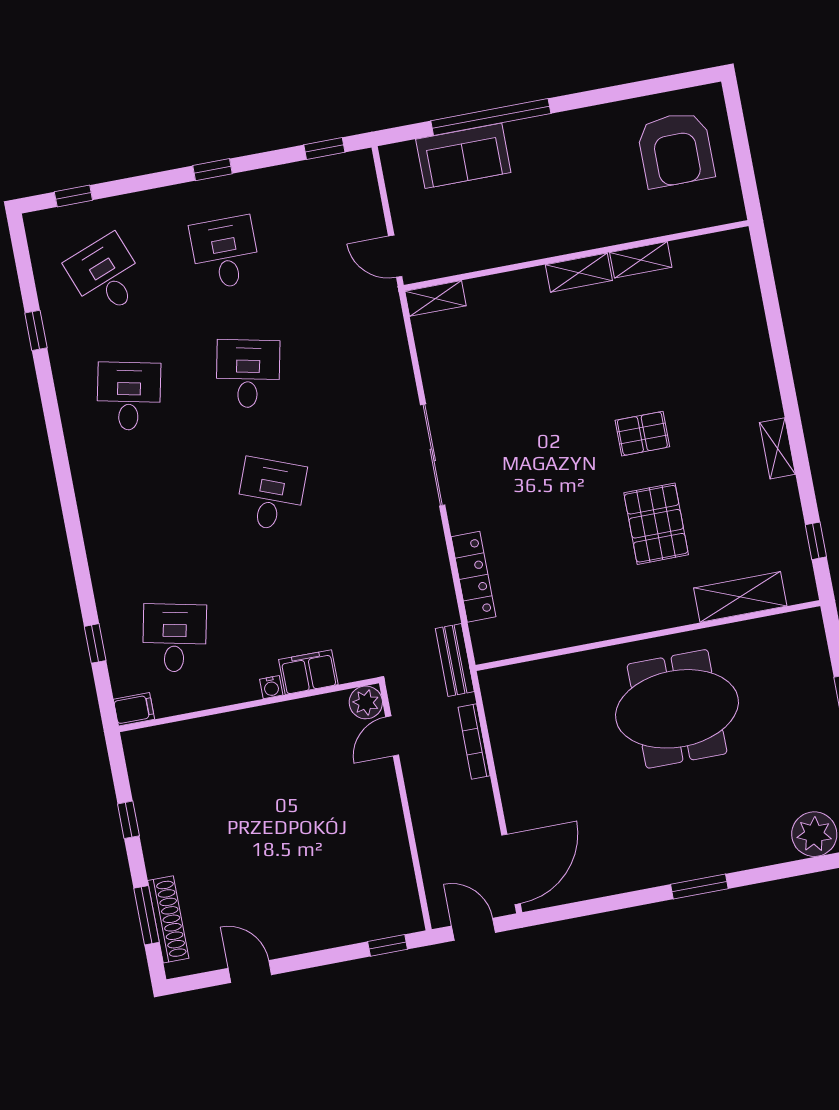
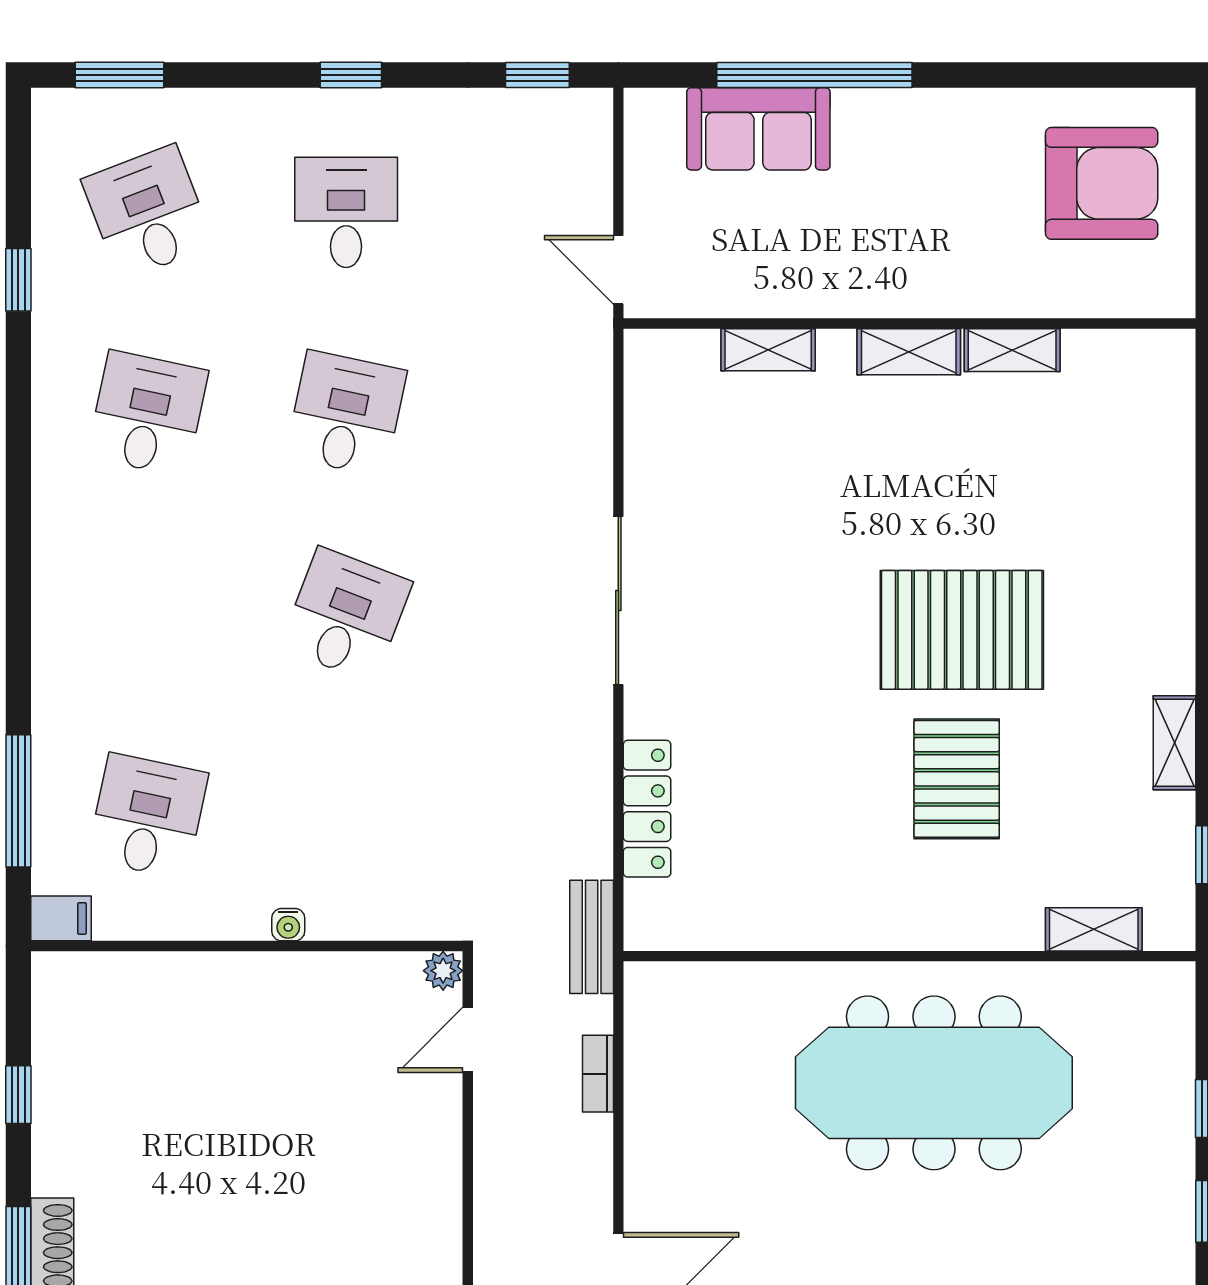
armchair: (676, 150) -> (1102, 183), turned -90
window: (73, 196) -> (120, 75), width x1.50
shelving: (435, 298) -> (768, 350), moved
pallet: (642, 434) -> (962, 630), width x2.05, depth x2.00
shelving: (777, 448) -> (1174, 743), moved
shelving: (740, 597) -> (1094, 929), width x0.67, depth x0.75
window: (95, 643) -> (18, 801), width x2.17
filing cabinet: (308, 672) -> (352, 912), removed
plant: (366, 702) -> (443, 971), width x0.73, depth x0.73
meeting table: (677, 709) -> (934, 1083), width x1.36
bookcase: (474, 741) -> (598, 1074), width x0.64

